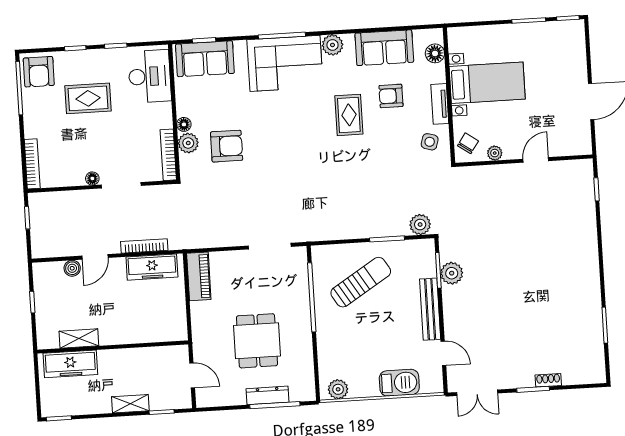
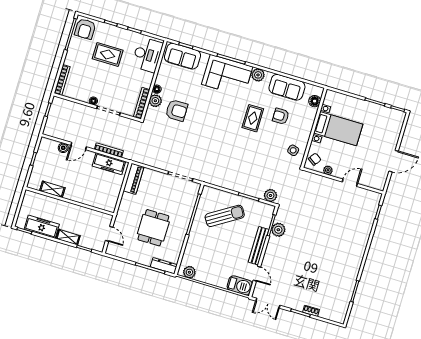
tv unit: (440, 104) -> (307, 131), removed
freezer: (70, 364) -> (42, 227), moved, turned 180
barbecue: (399, 383) -> (240, 285), moved
dresser: (267, 395) -> (164, 266), moved

